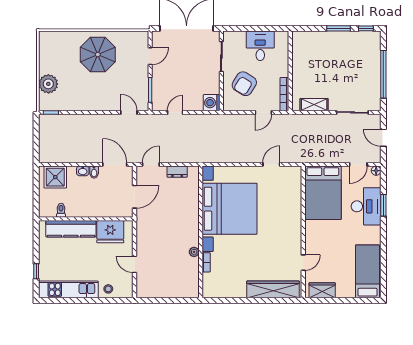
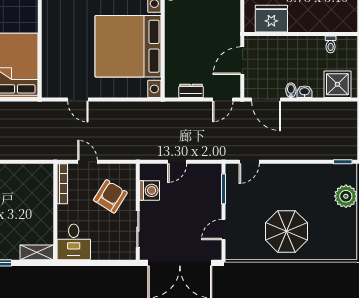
desk: (260, 46) -> (74, 242), moved
washing machine: (212, 103) -> (150, 190), moved
shelving: (314, 105) -> (37, 252), moved
door: (129, 112) -> (249, 162), hinge flipped
door: (175, 112) -> (177, 162), moved
door: (263, 112) -> (87, 162), hinge flipped
door: (271, 164) -> (78, 100), hinge flipped
kitchen counter: (71, 229) -> (319, 22), removed

